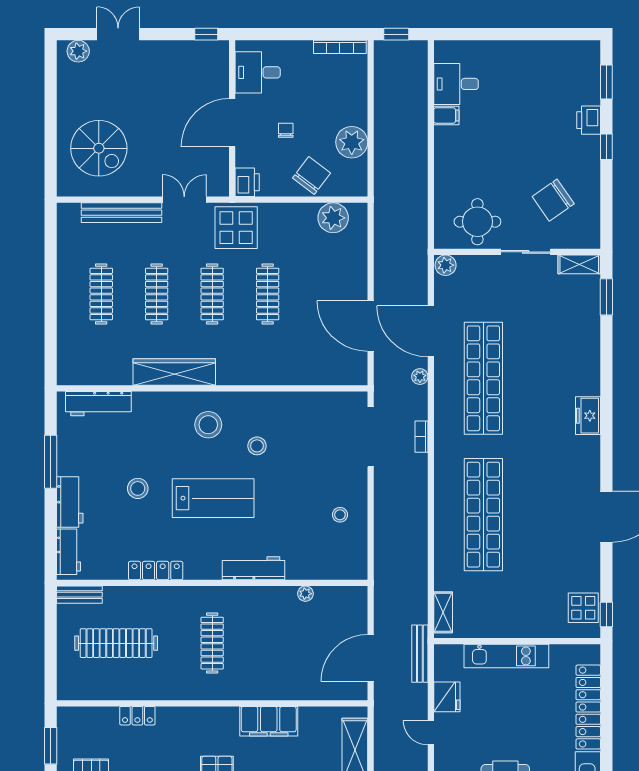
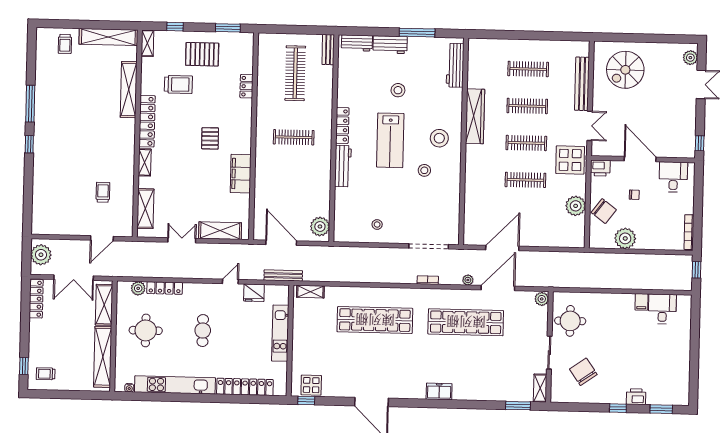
plant: (333, 218) -> (576, 206), moved
locker: (156, 571) -> (342, 125), moved
plant: (305, 594) -> (320, 227), moved, width x1.87, depth x1.87

